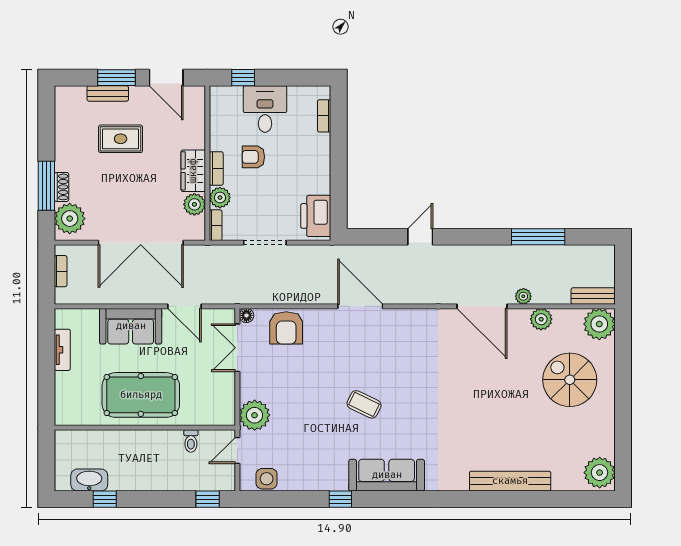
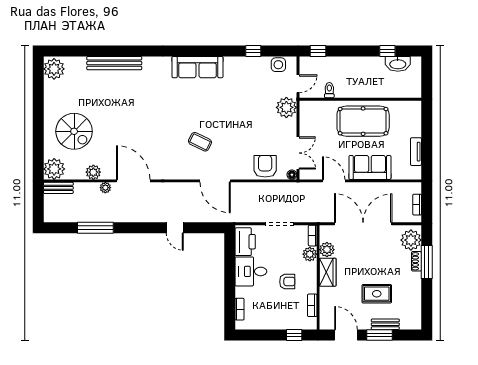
desk: (265, 109) -> (251, 271), moved, turned 90
bookcase: (216, 169) -> (312, 305), moved
door: (420, 237) -> (175, 228), hinge flipped
coffee table: (364, 404) -> (200, 142), moved
window: (340, 499) -> (253, 51), moved

